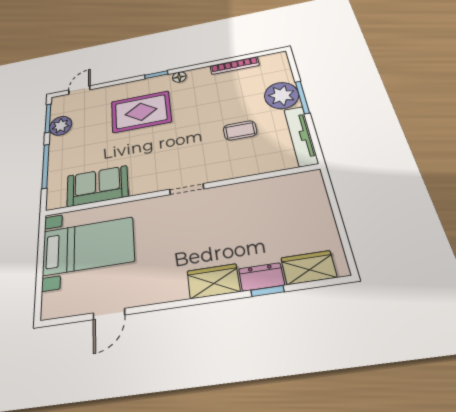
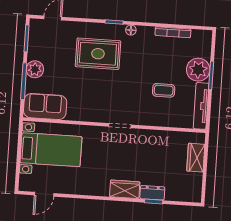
plant: (61, 126) -> (35, 69), moved
sofa: (97, 186) -> (45, 107), moved
wardrobe: (309, 268) -> (196, 158), moved, turned -90
door: (109, 314) -> (44, 194), moved

